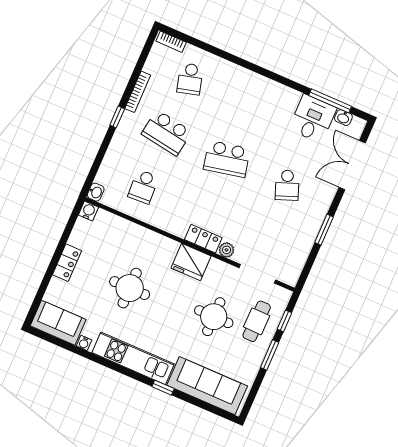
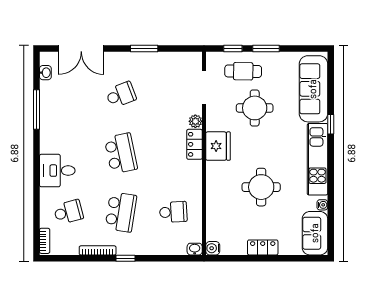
window: (330, 101) -> (36, 110), moved
desk: (313, 119) -> (57, 171), moved

